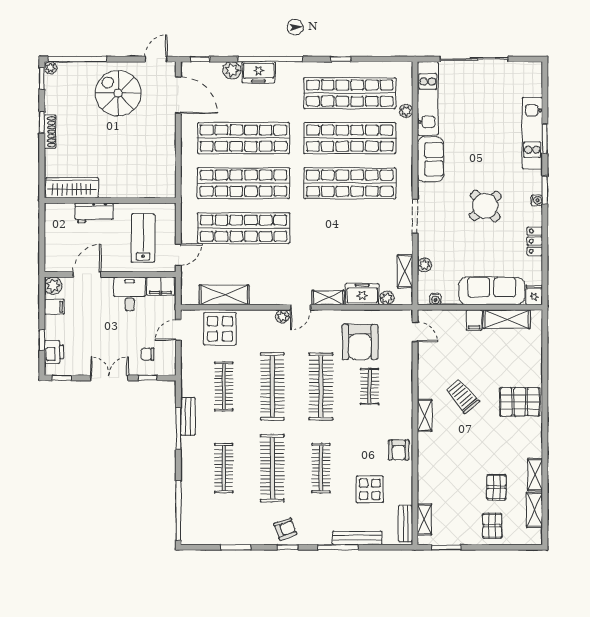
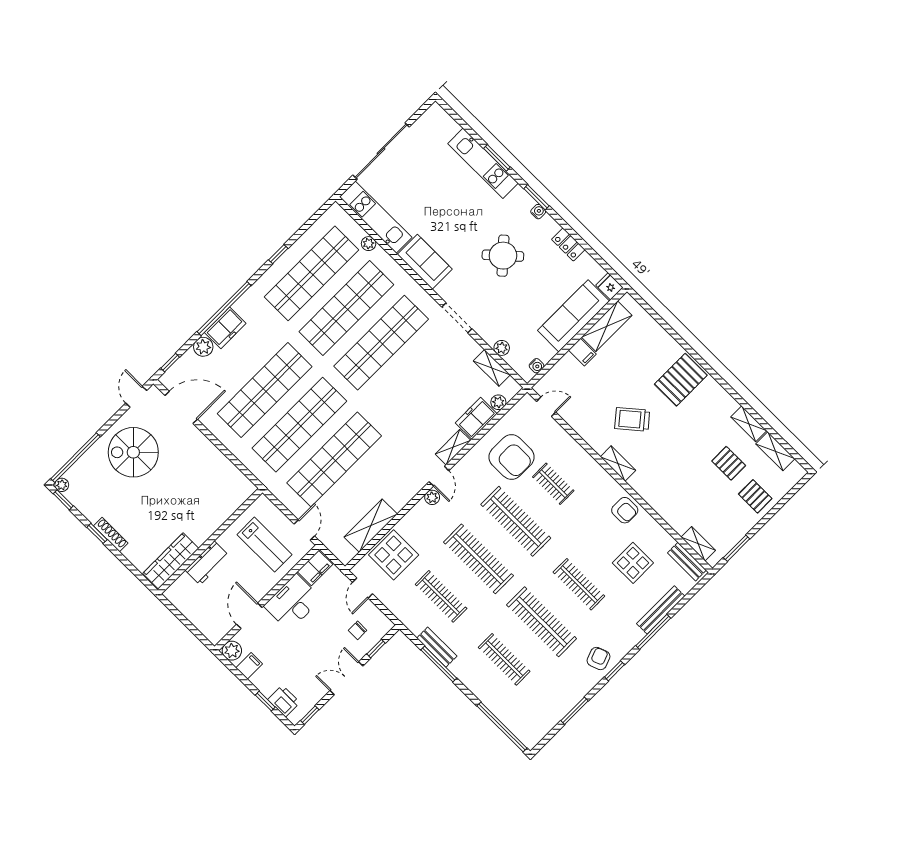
lab bench: (143, 238) -> (264, 545), turned 180
desk: (130, 294) -> (293, 602), width x1.37

